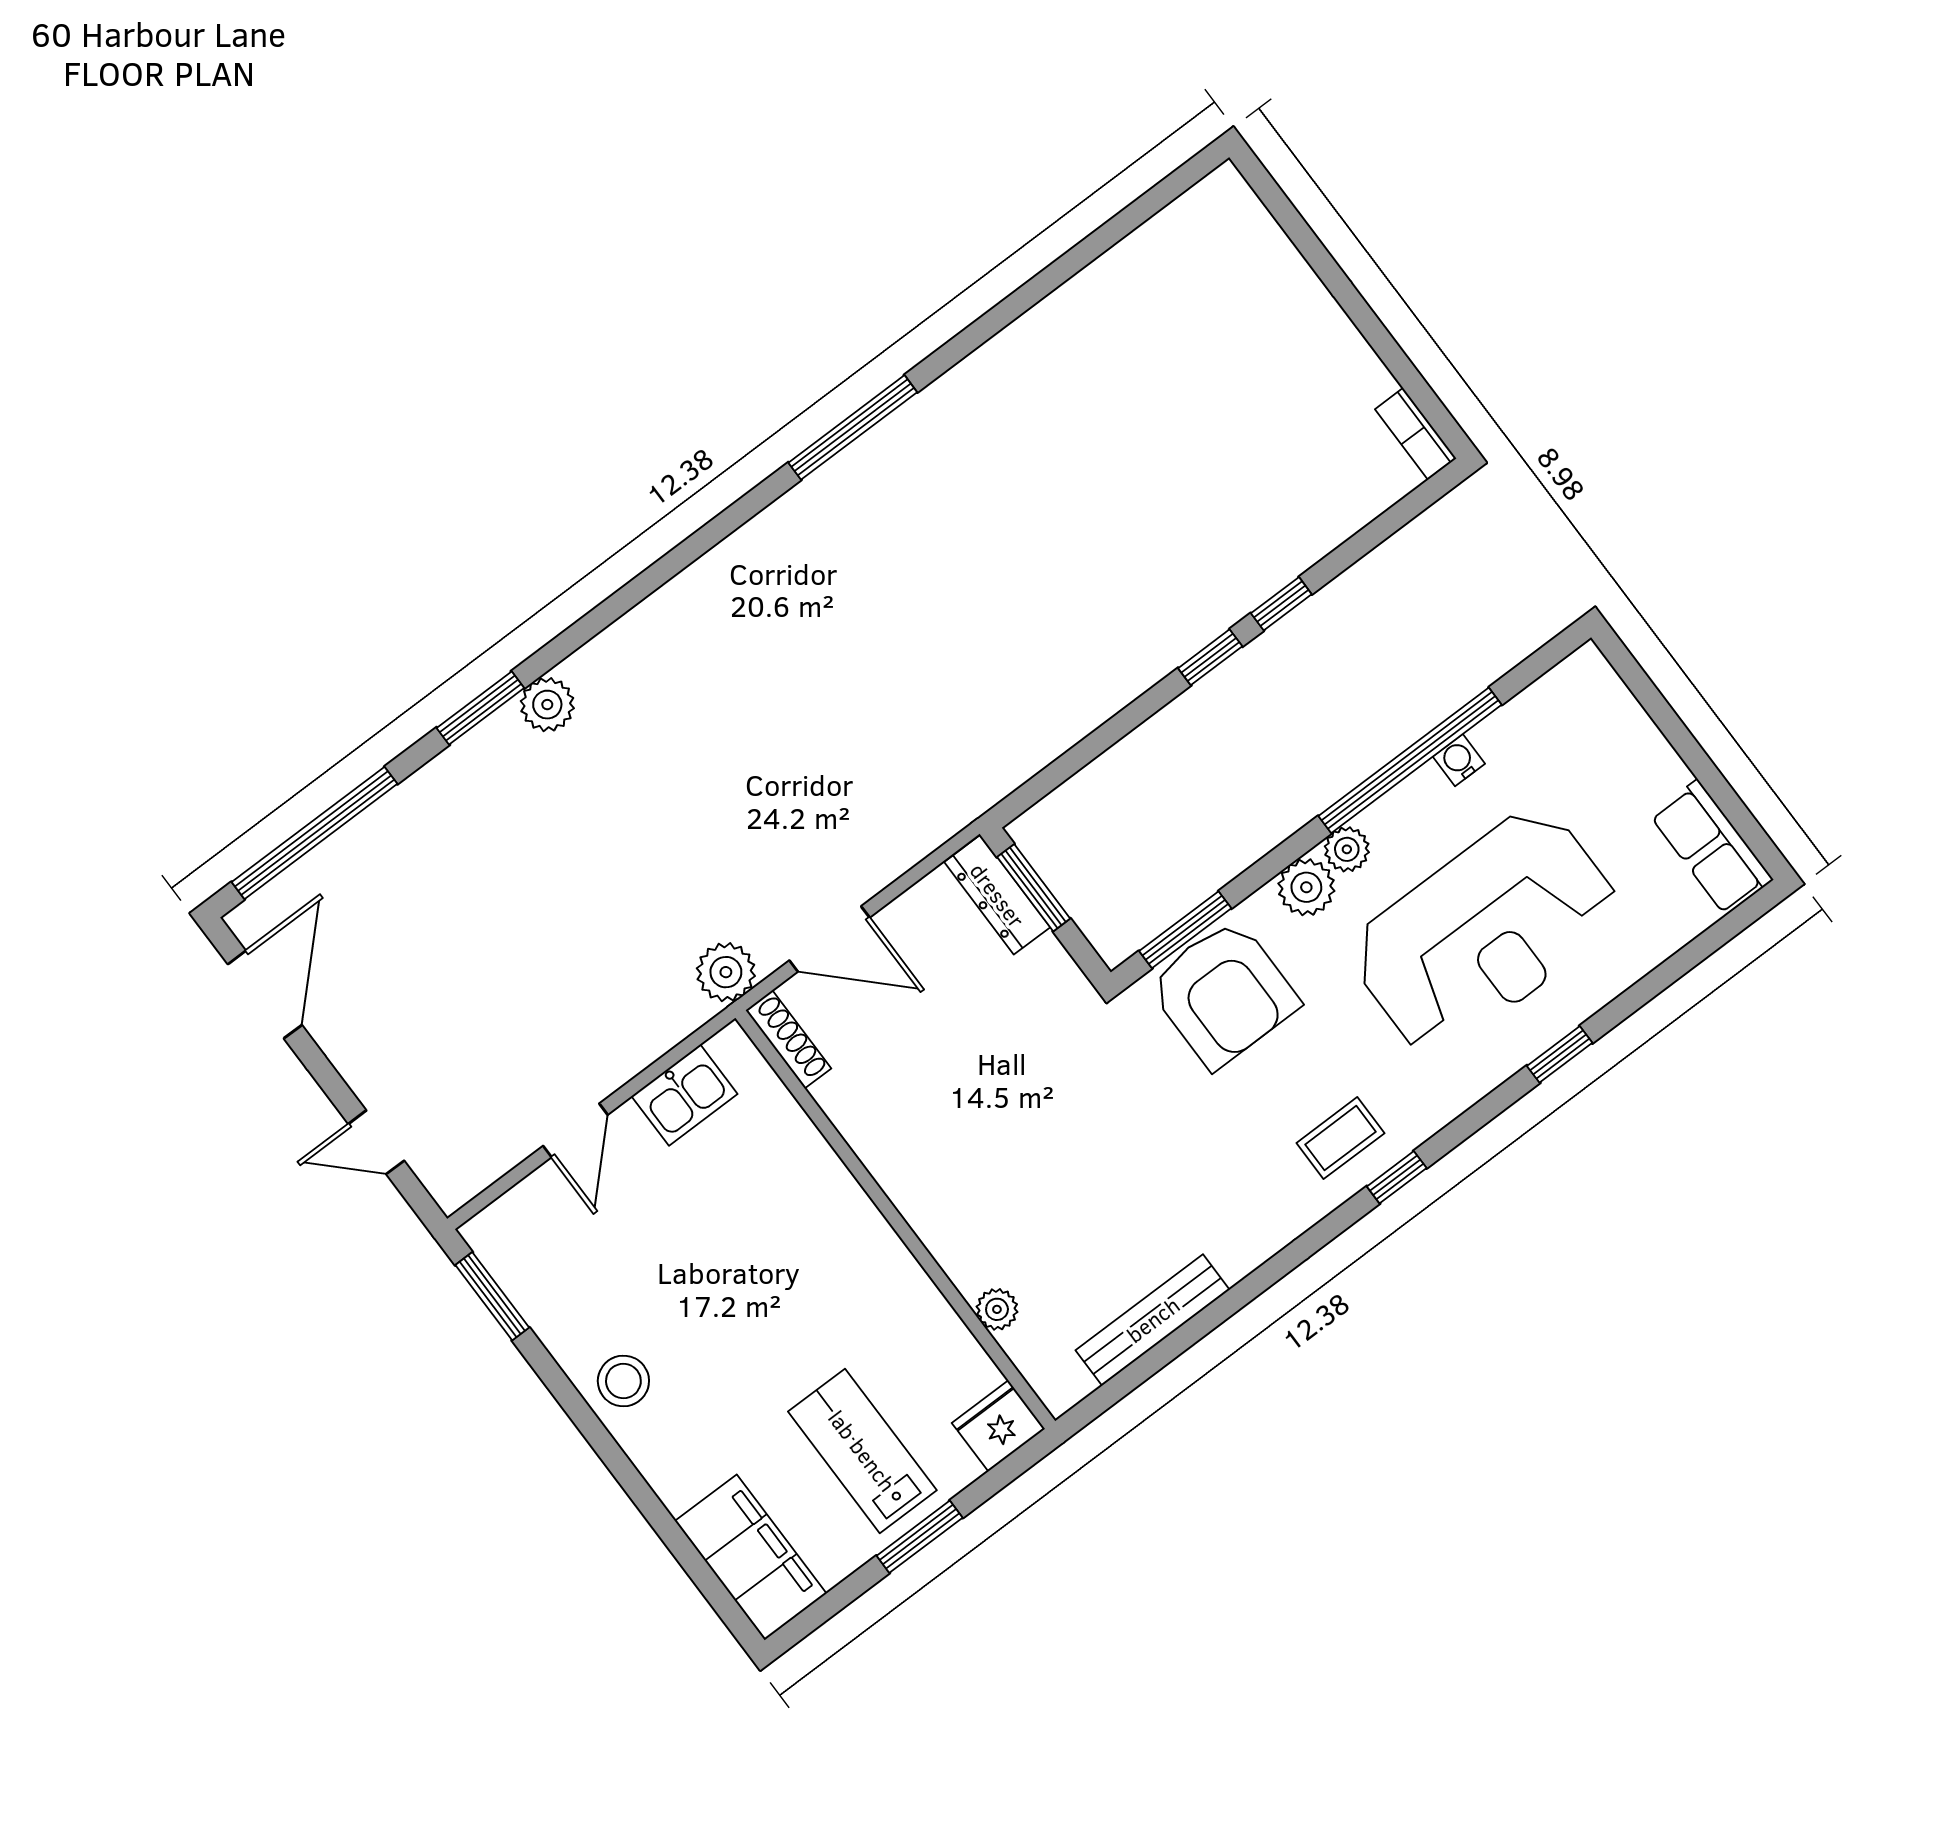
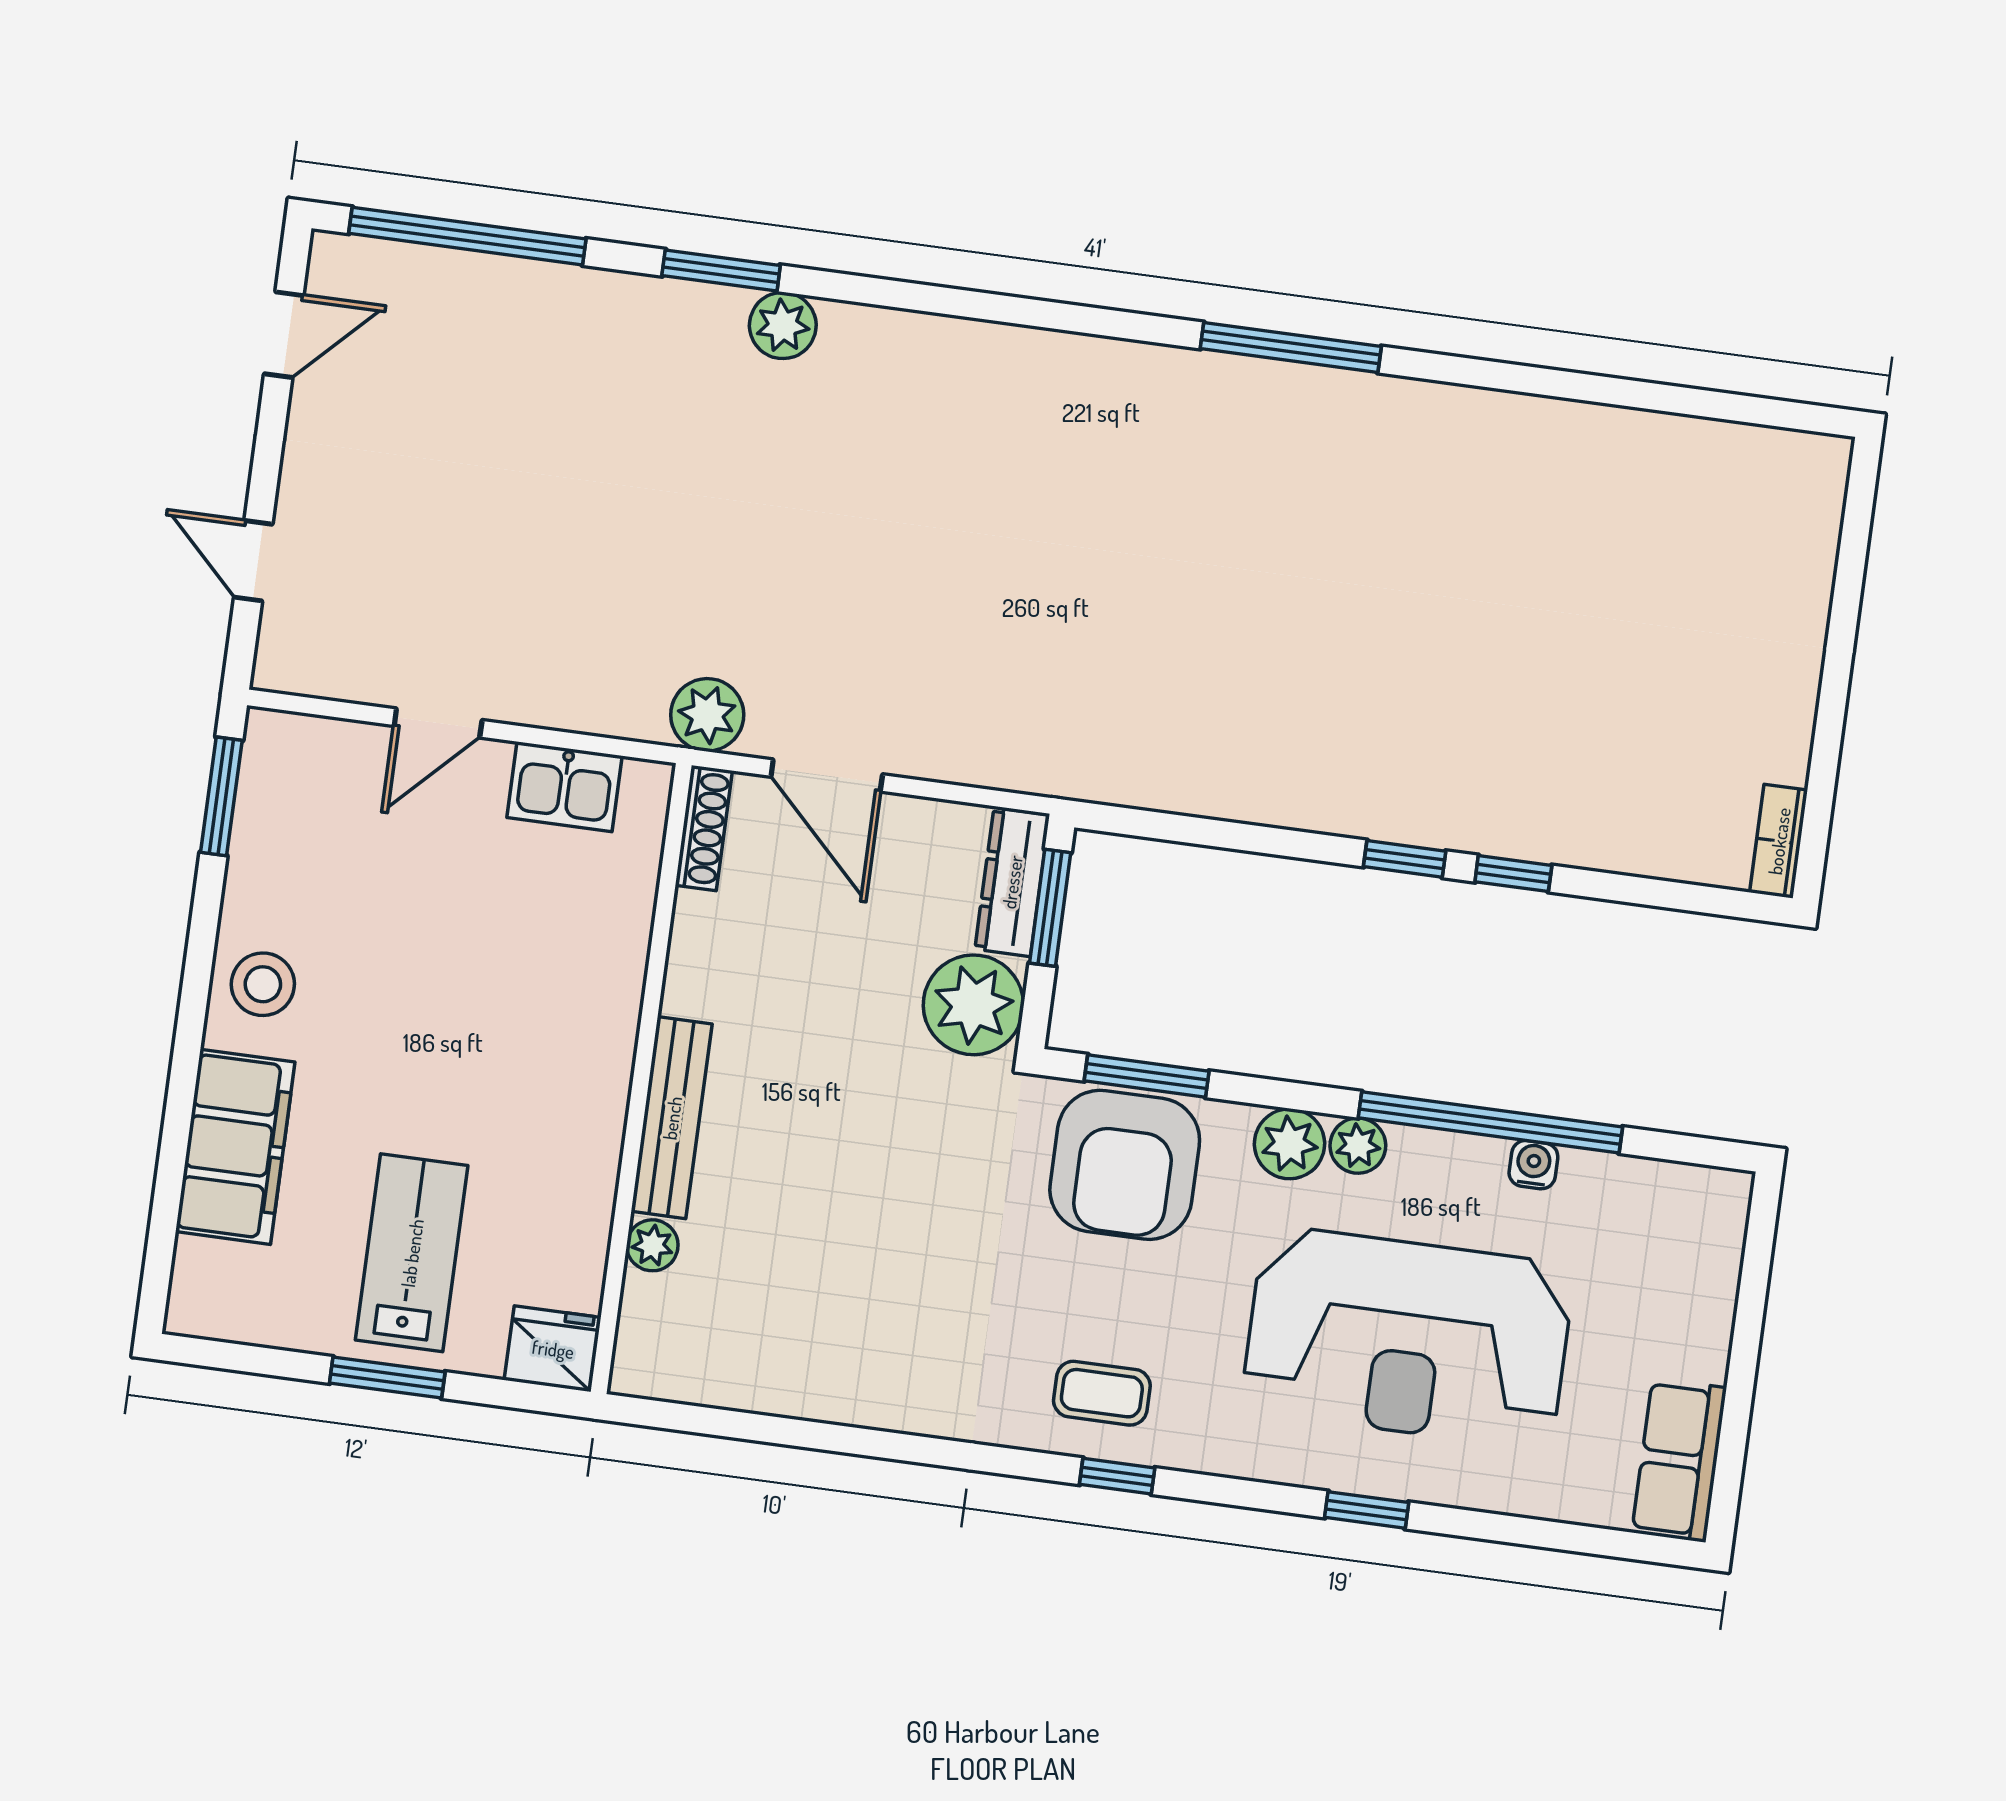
plant: (1045, 987) -> (973, 1005), added
door: (265, 995) -> (284, 335), width x0.73
bench: (1153, 1320) -> (672, 1118), moved, turned 90
filing cabinet: (751, 1557) -> (235, 1147), moved

